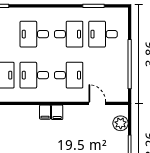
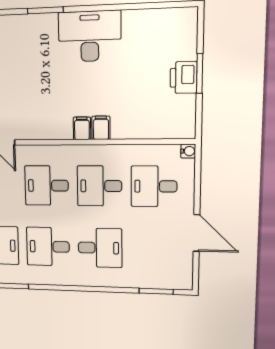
desk: (34, 75) -> (99, 186), turned 180
filing cabinet: (57, 112) -> (101, 128), moved

